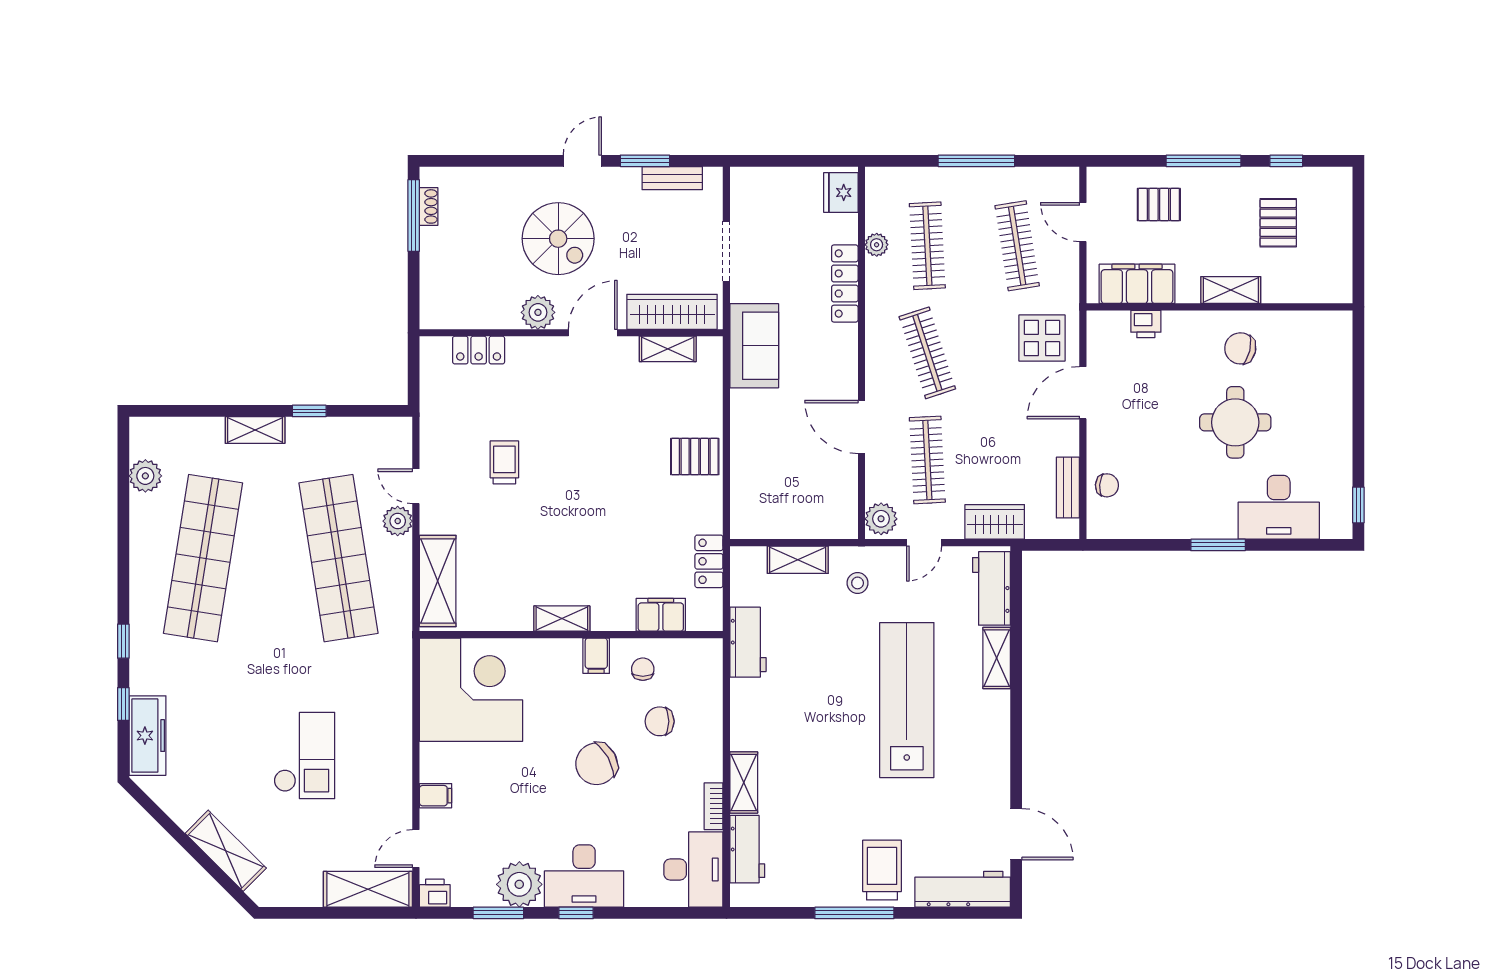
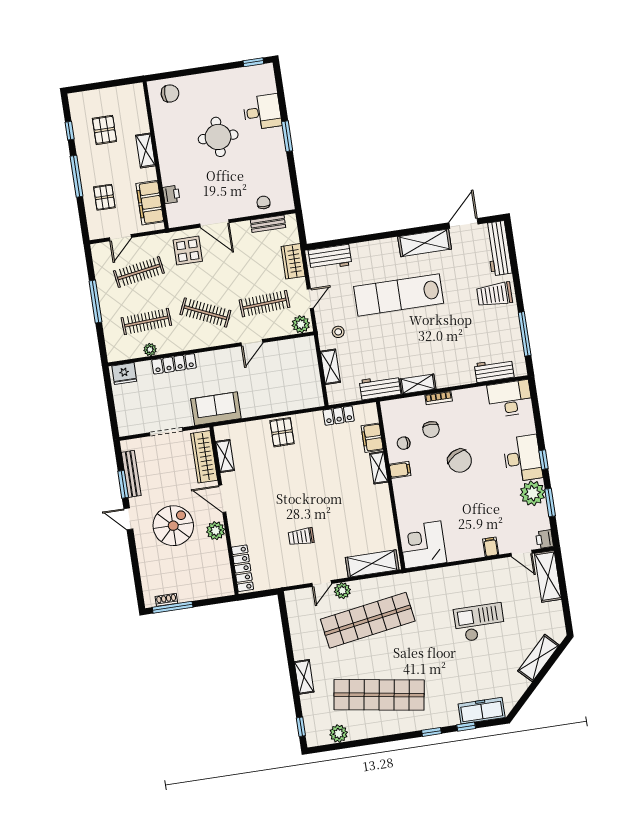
bench: (672, 178) -> (131, 474), width x1.36
pallet: (1278, 223) -> (104, 130), turned 90
chair: (1240, 348) -> (170, 93), moved, turned -103
locker: (479, 350) -> (243, 568), width x1.53
clothes rail: (927, 353) -> (205, 313), turned 42
window: (309, 411) -> (301, 727), moved
door: (862, 427) -> (252, 343), width x0.73
desk: (1279, 507) -> (262, 112), width x0.73
door: (924, 543) -> (310, 298), hinge flipped
shelving: (562, 619) -> (379, 468), moved
shelving: (997, 658) -> (425, 243), moved, width x1.50, depth x1.33
corner desk: (471, 690) -> (423, 545), width x0.74, depth x0.74
shelving: (744, 782) -> (418, 384), moved
bookcase: (714, 806) -> (439, 398), moved
window: (854, 913) -> (525, 334), moved

